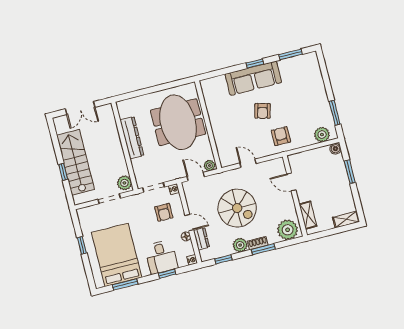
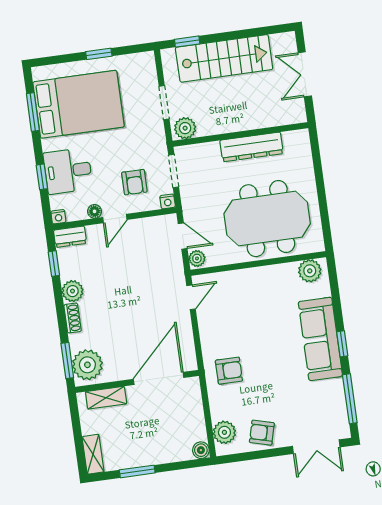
window: (291, 54) -> (350, 399), width x1.44
double door: (325, 73) -> (316, 447), added
plant: (209, 90) -> (310, 271), added
armchair: (263, 111) -> (262, 433), moved
window: (335, 113) -> (255, 455), removed
door: (248, 163) -> (191, 297), moved
window: (63, 172) -> (187, 42), moved
window: (350, 172) -> (137, 471), moved
door: (196, 177) -> (183, 236), hinge flipped
door: (291, 182) -> (159, 378), width x1.87
spiral stairs: (237, 208) -> (128, 293), removed
armchair: (164, 212) -> (134, 182), turned -90
dresser: (201, 239) -> (70, 237), moved
window: (263, 249) -> (67, 360), moved

